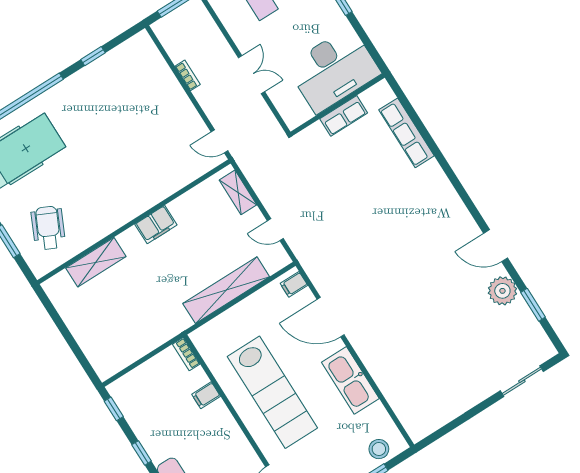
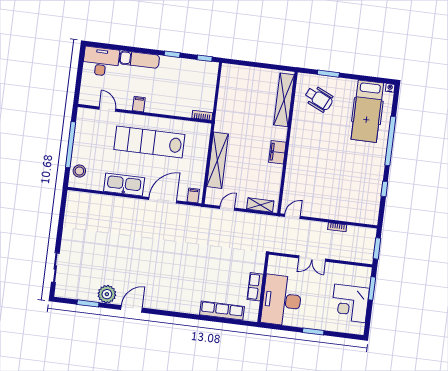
shelving: (96, 262) -> (284, 100), width x1.47
filing cabinet: (206, 395) -> (139, 104), moved

